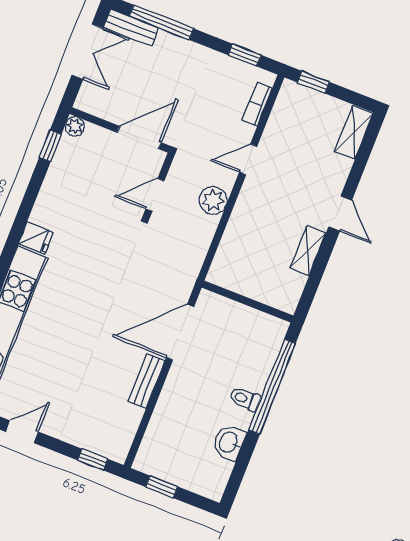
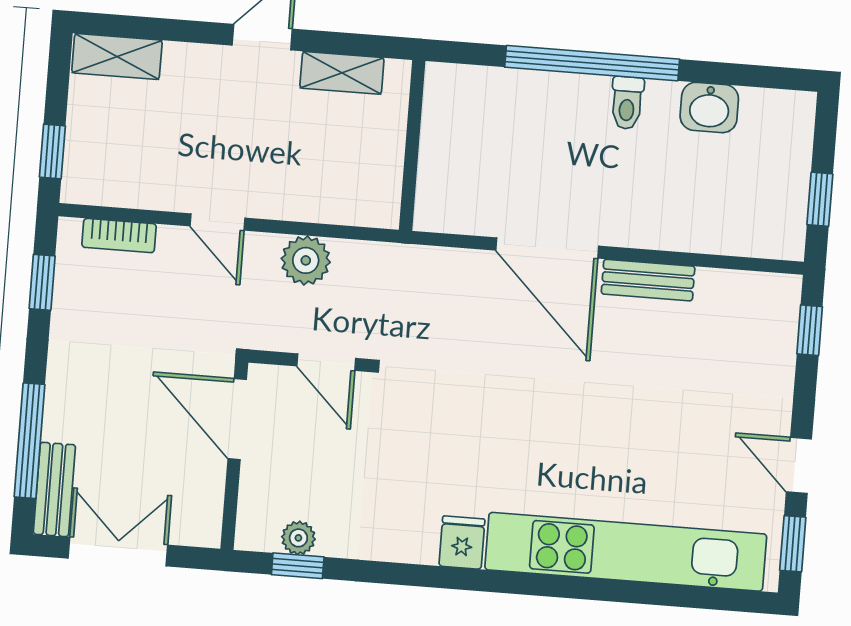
plant: (75, 126) -> (298, 538), moved
wall: (248, 302) -> (412, 145), moved

